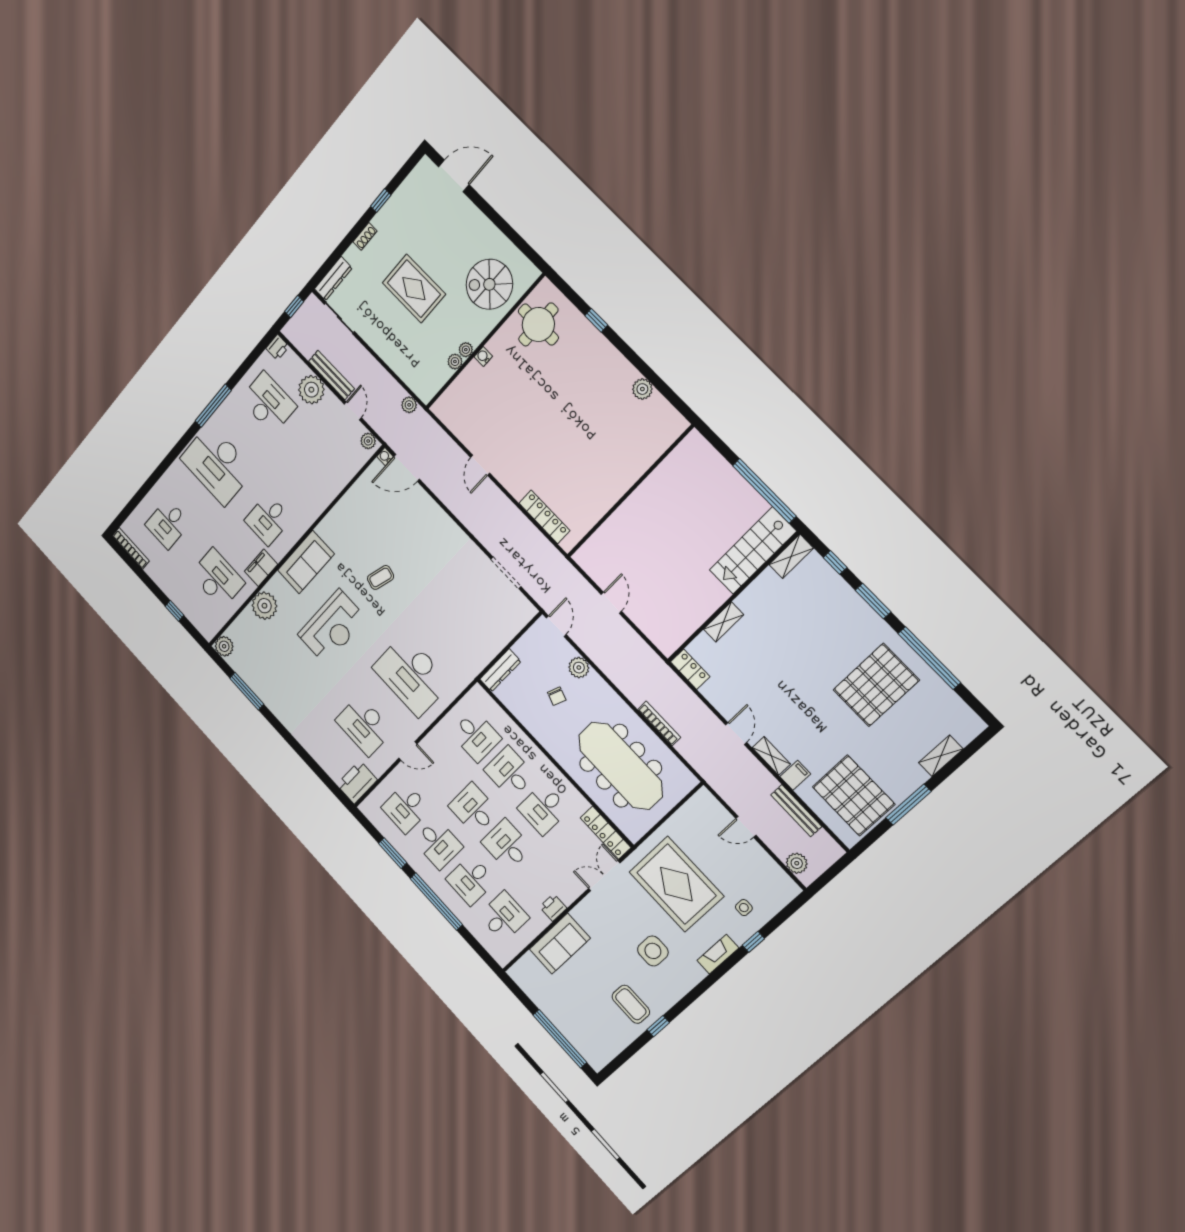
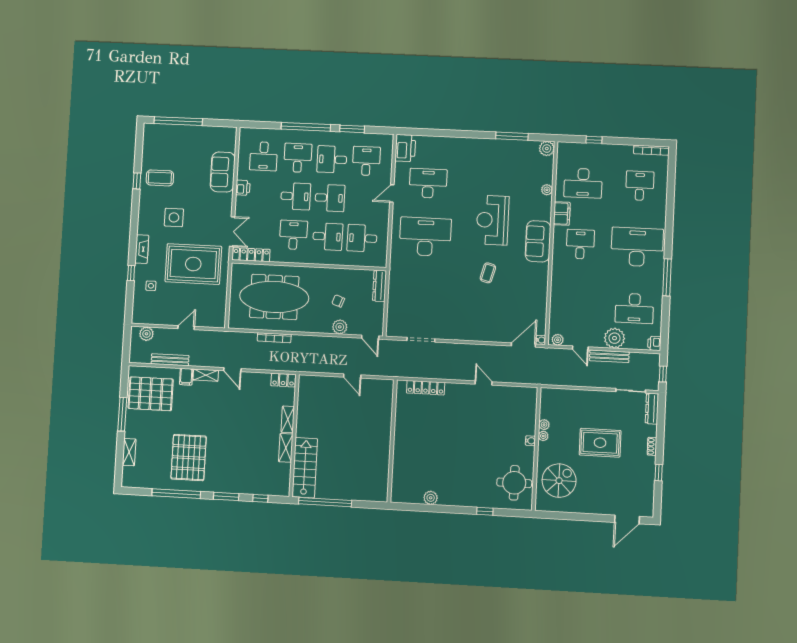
plant: (409, 405) -> (551, 380), removed
shelving: (791, 556) -> (286, 448), moved
plant: (264, 606) -> (547, 190), width x0.53, depth x0.53

